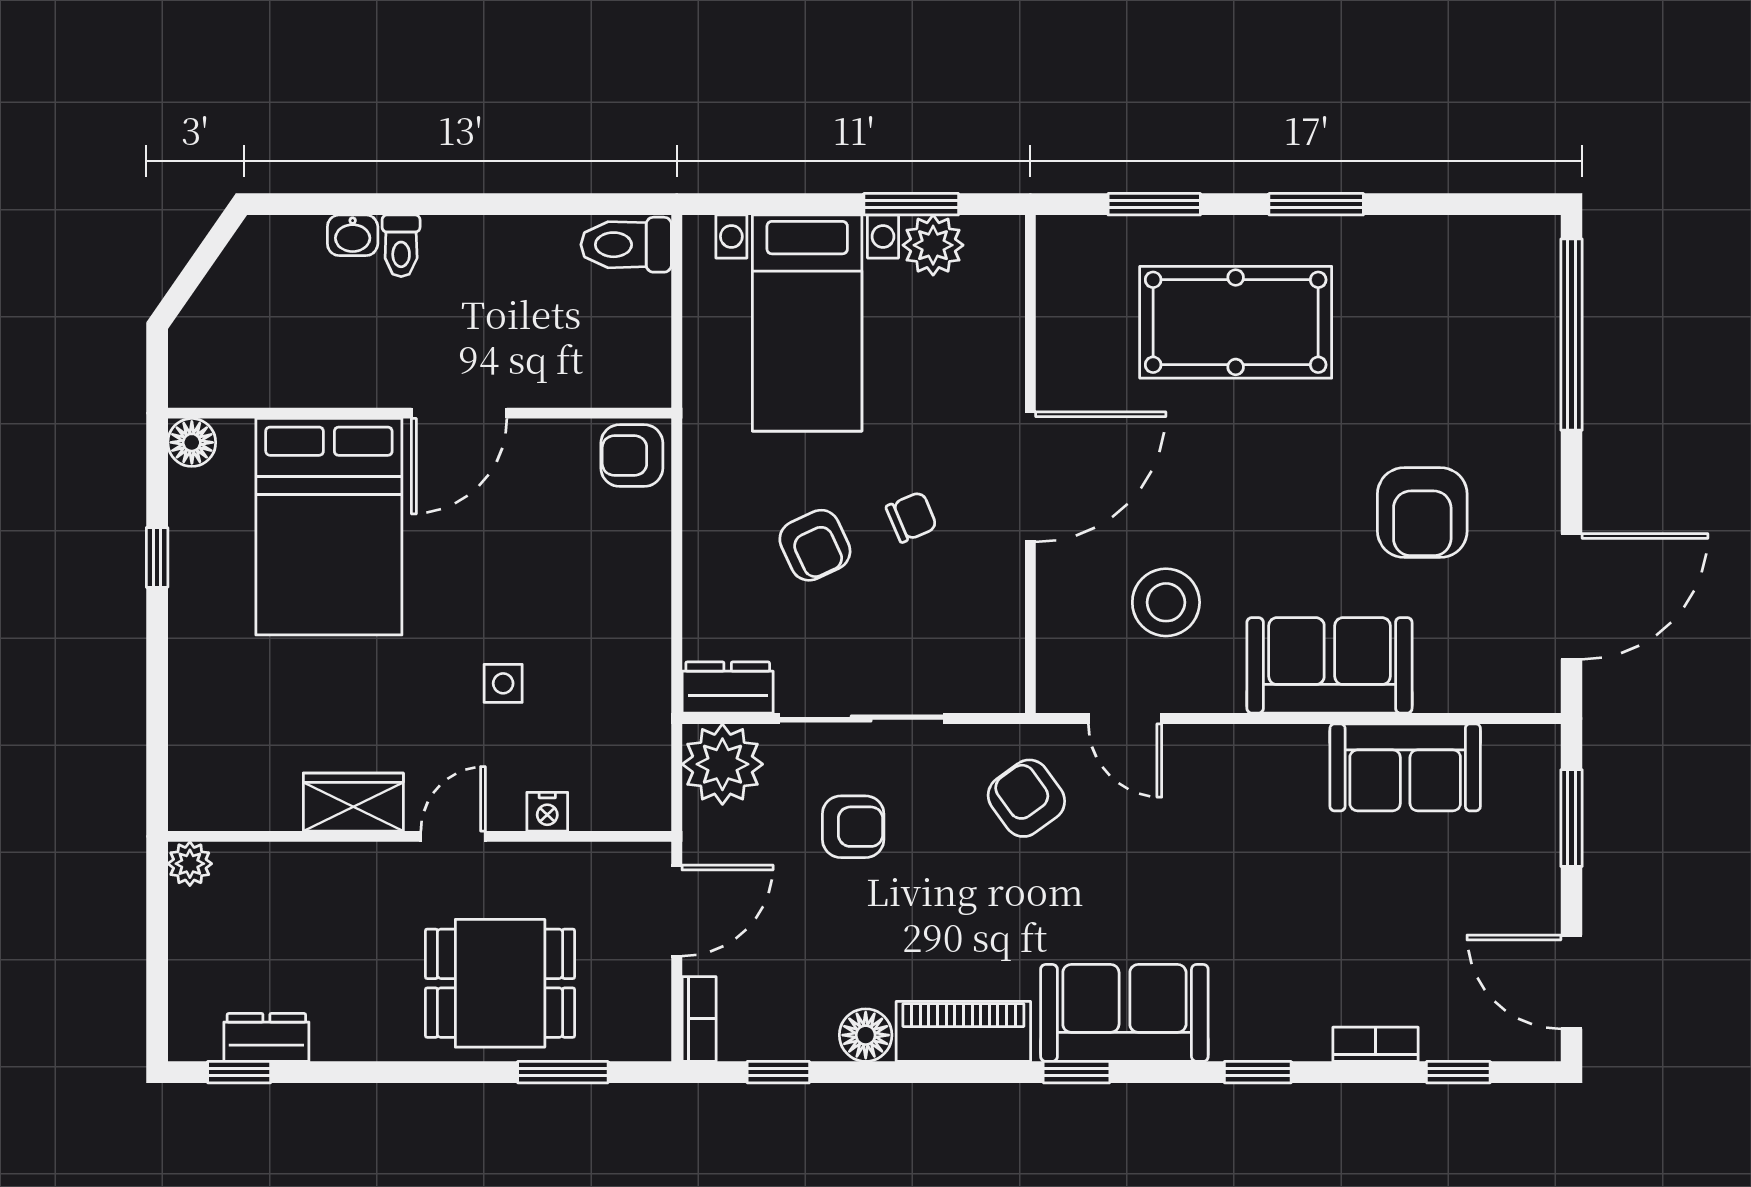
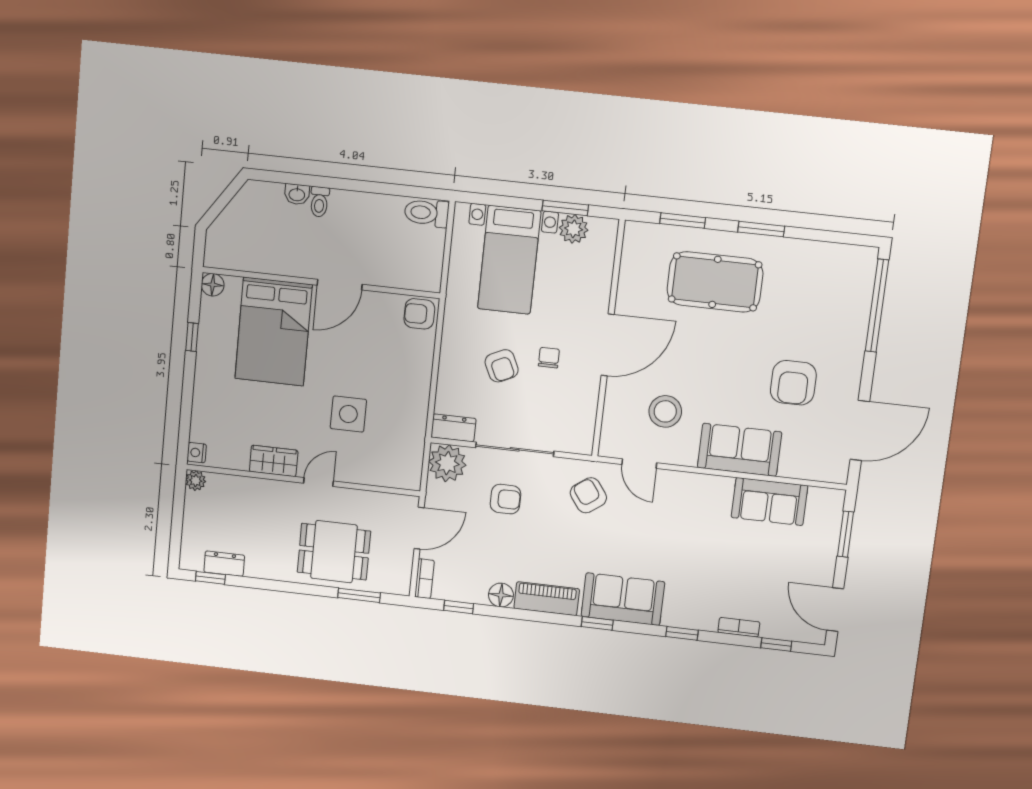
chair: (912, 517) -> (549, 358), turned -67
side table: (503, 683) -> (348, 414), width x1.87, depth x1.87
nightstand: (547, 812) -> (197, 453), moved, turned 90

